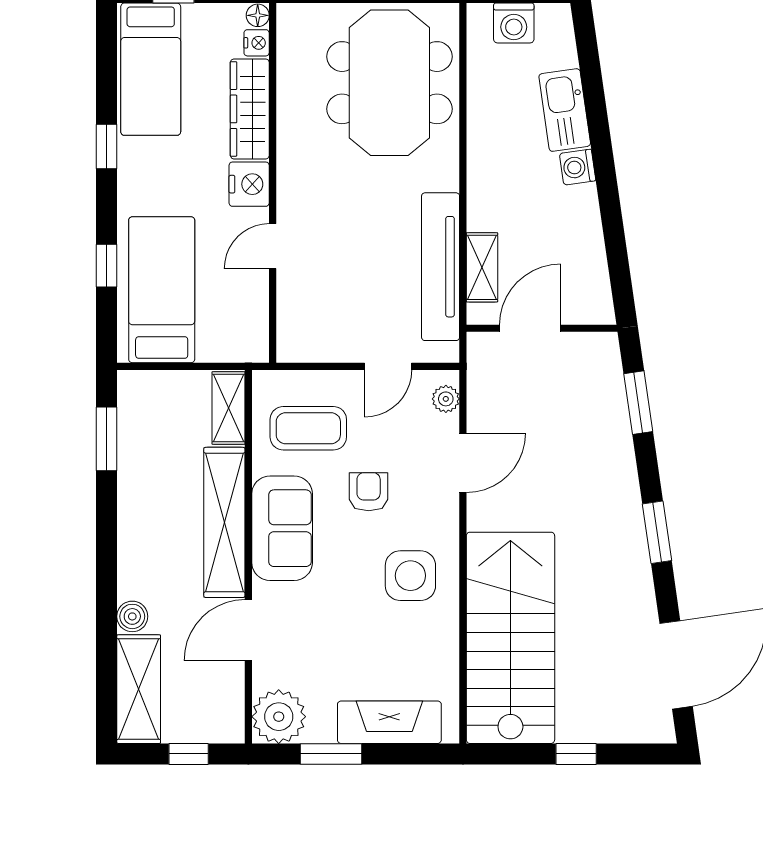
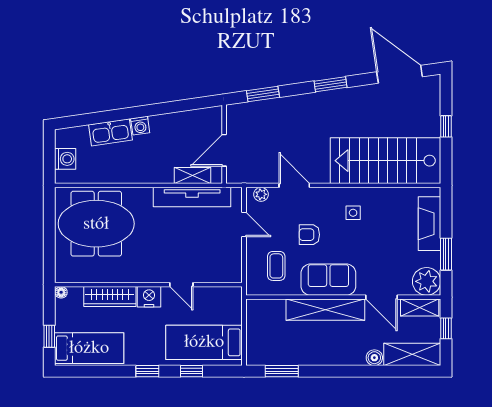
nightstand: (257, 43) -> (75, 293), removed
window: (106, 147) -> (147, 371), moved
door: (530, 328) -> (224, 150), hinge flipped
shelving: (229, 408) -> (420, 308), moved
coffee table: (308, 428) -> (276, 266), width x0.73, depth x0.77
side table: (410, 576) -> (353, 213), width x0.54, depth x0.54

